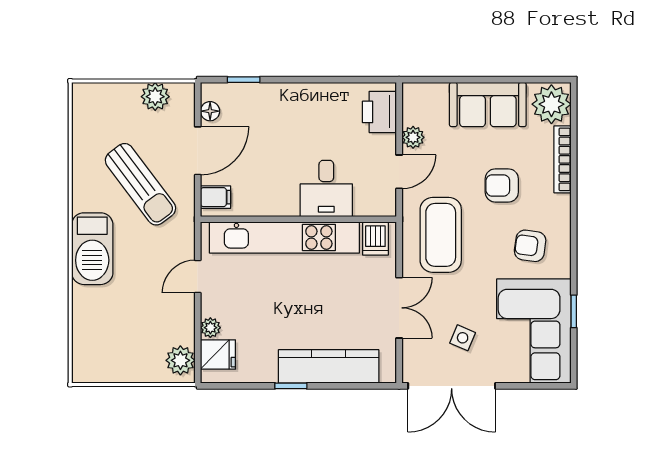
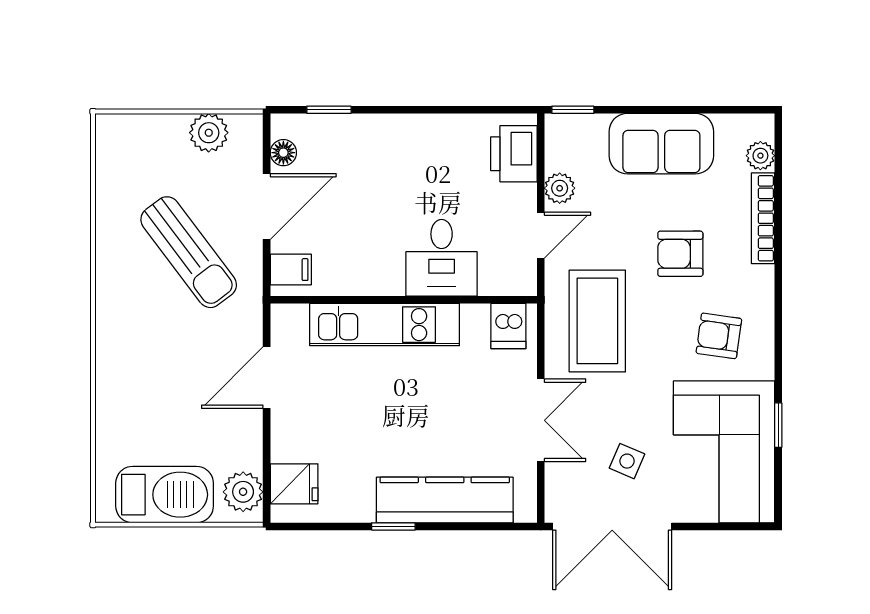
window: (423, 80) -> (573, 110), added
plant: (551, 104) -> (760, 156), width x0.53, depth x0.53
kitchen unit: (284, 237) -> (385, 325), width x0.73
barbecue: (92, 249) -> (165, 495), moved, turned -90
door: (198, 276) -> (267, 378), width x1.38
plant: (210, 328) -> (284, 447), removed

